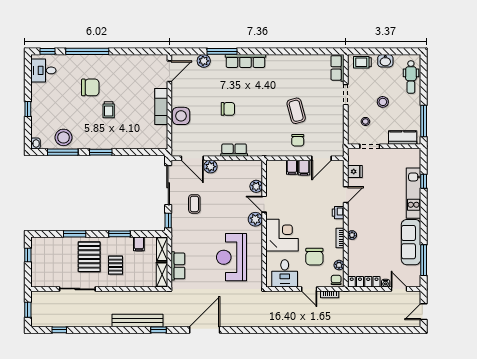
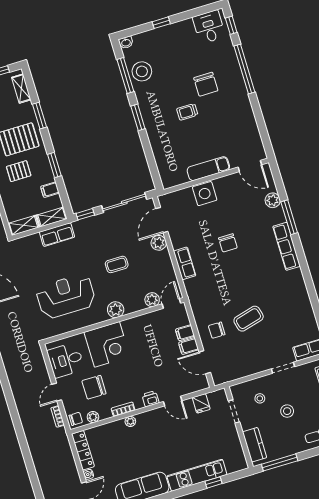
coffee table: (194, 204) -> (117, 264), moved
door: (264, 204) -> (171, 303), moved
shelving: (47, 242) -> (21, 89), added
row of seats: (178, 266) -> (57, 235), moved

